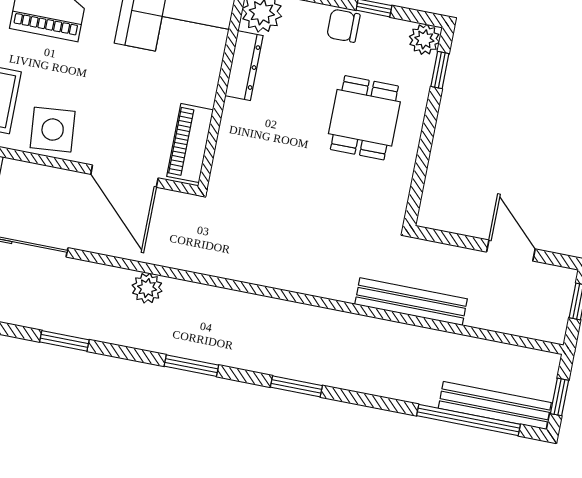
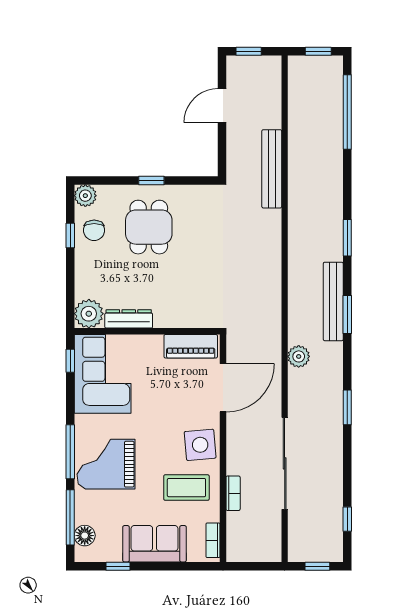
chair: (343, 26) -> (94, 230), moved
window: (440, 70) -> (151, 180), moved
dining table: (364, 118) -> (149, 227), turned 90
bench: (495, 405) -> (333, 301), moved

